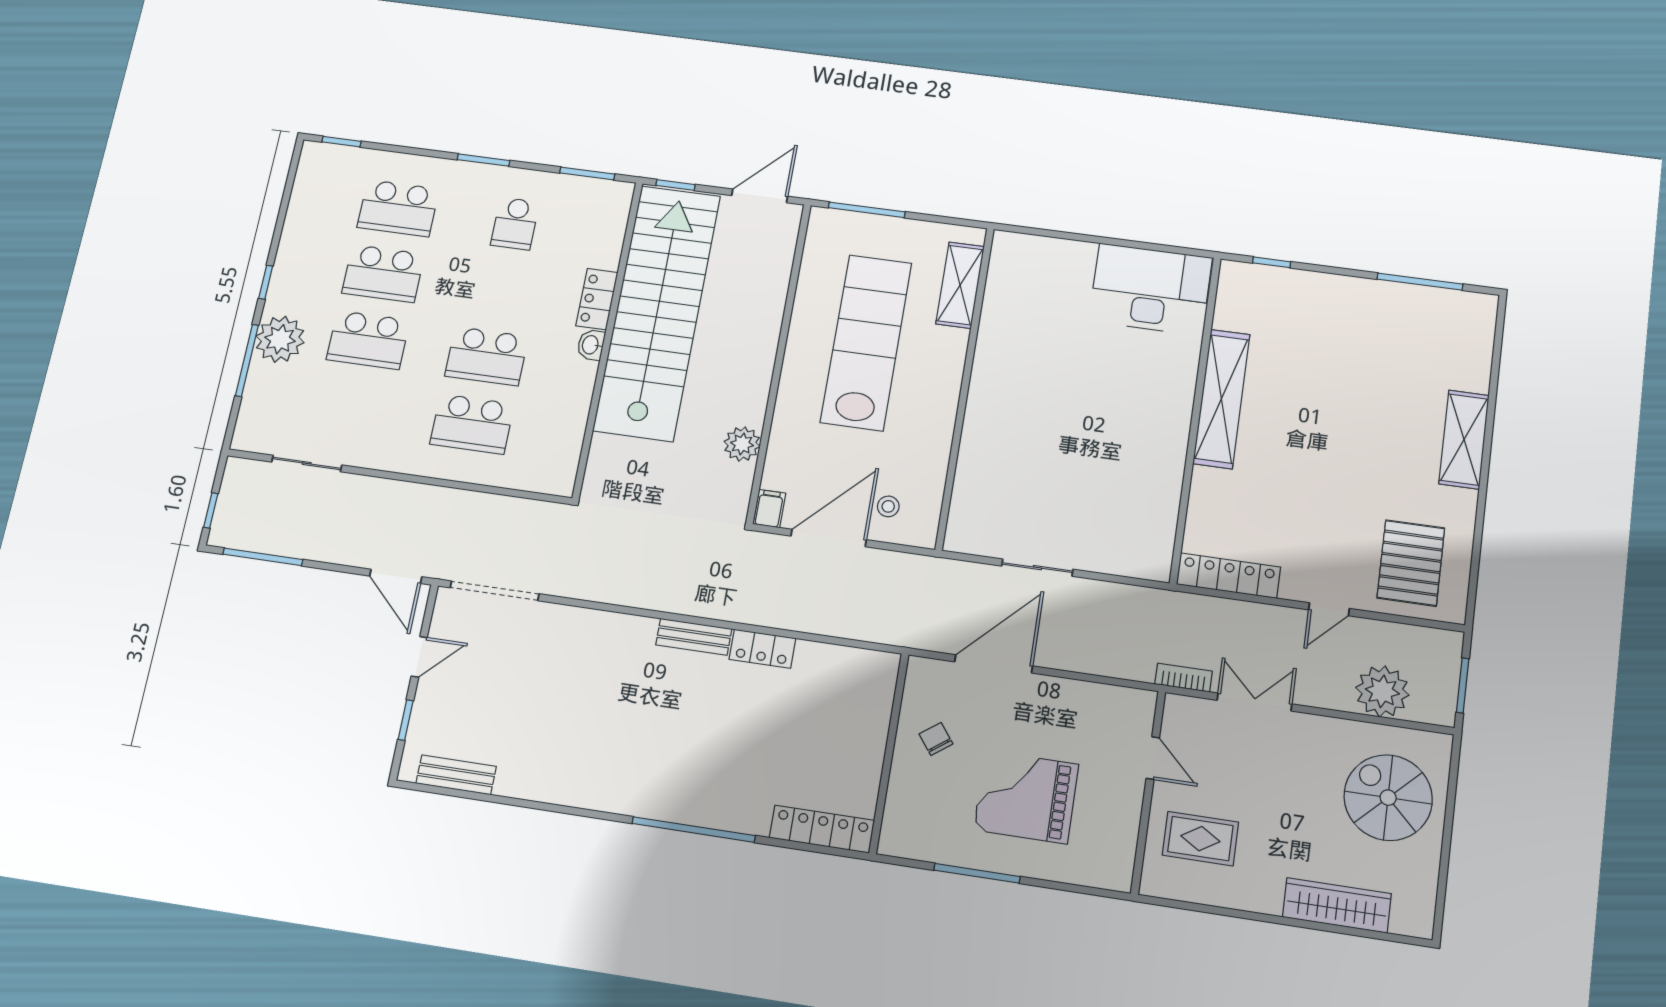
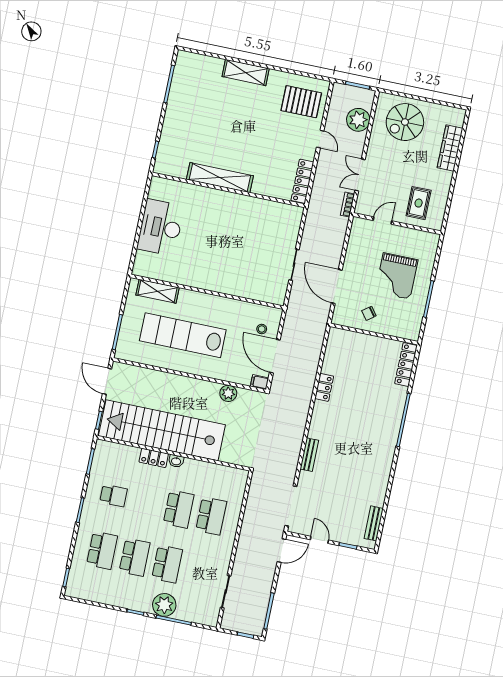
desk: (1150, 289) -> (160, 227), moved
bench: (694, 637) -> (309, 455), moved

